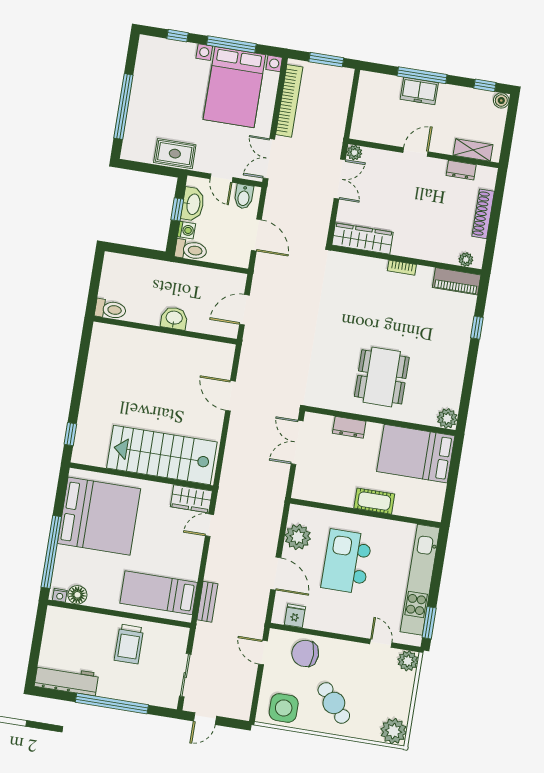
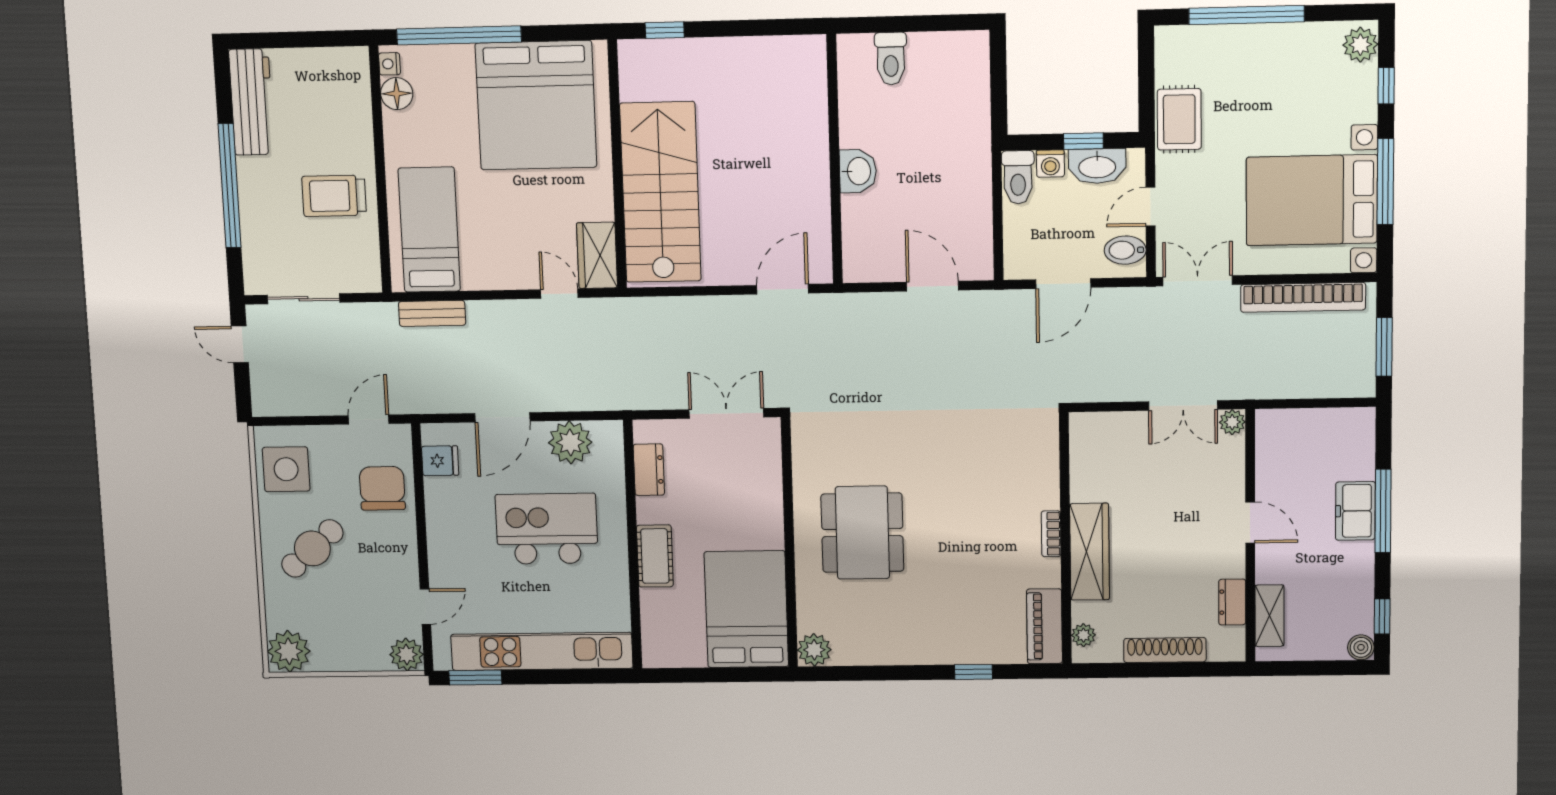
plant: (152, 46) -> (1360, 45), added
wardrobe: (363, 239) -> (1090, 552), moved
washbasin: (174, 318) -> (858, 171), moved
wall: (165, 330) -> (835, 160), moved
dining table: (382, 377) -> (862, 533), turned 90
dresser: (349, 427) -> (649, 470), moved, turned 180

